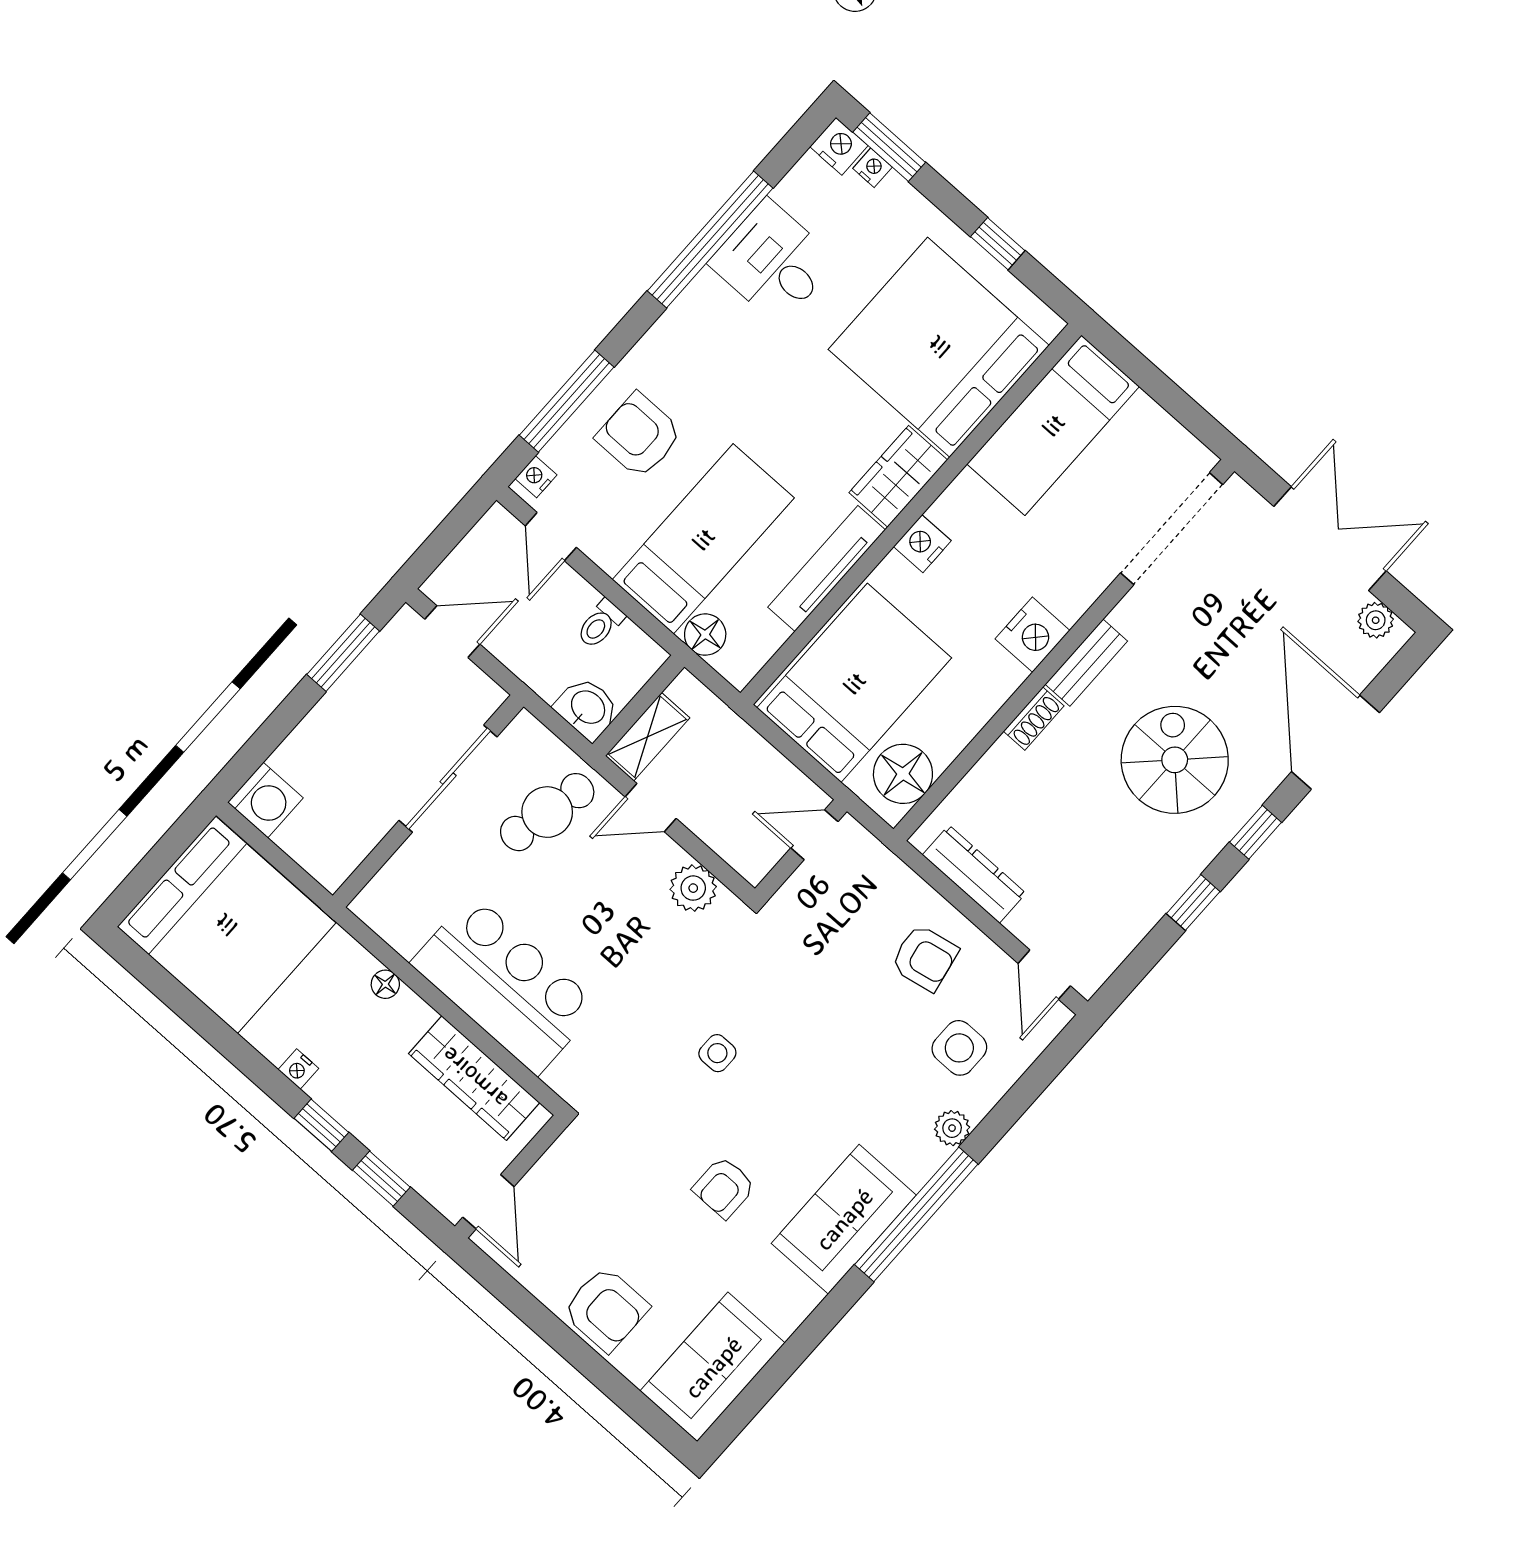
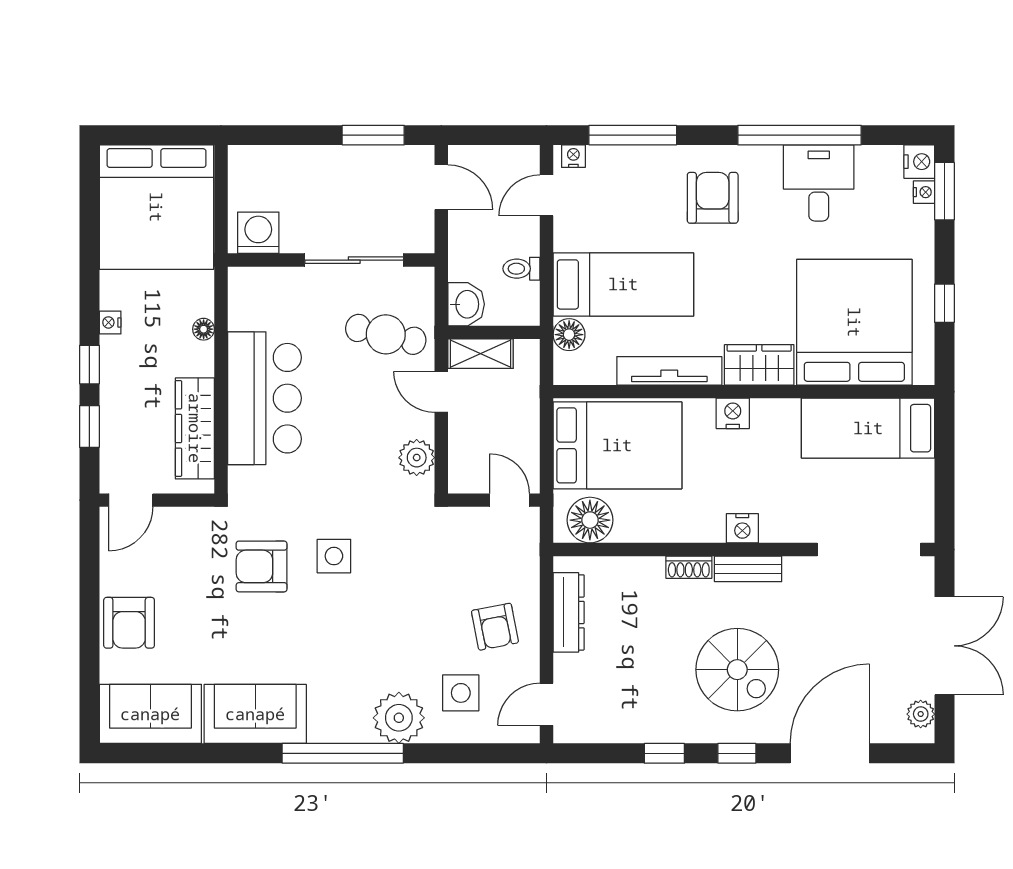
armchair: (639, 435) -> (713, 198), moved
nightstand: (1032, 635) -> (742, 528), width x0.74, depth x0.75
spiral stairs: (1175, 760) -> (737, 670), turned 90
washing machine: (265, 800) -> (258, 233), moved, turned 180
side table: (717, 1053) -> (334, 556), width x1.37, depth x1.37
plant: (952, 1128) -> (399, 718), width x1.88, depth x1.88
armchair: (724, 1187) -> (262, 566), moved, width x1.38, depth x1.38
sofa: (844, 1219) -> (255, 714), moved

